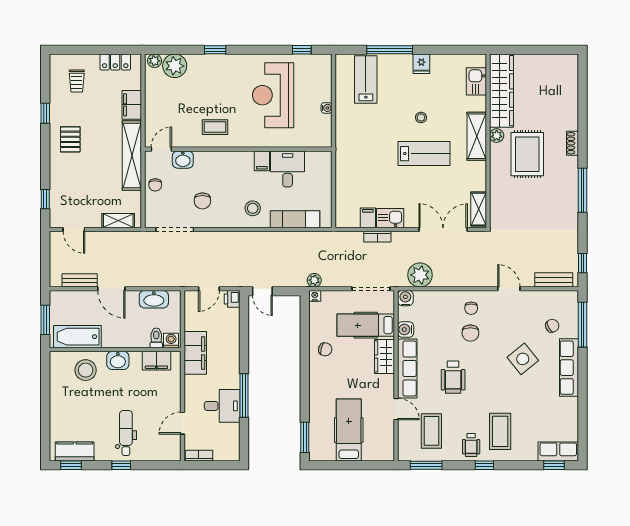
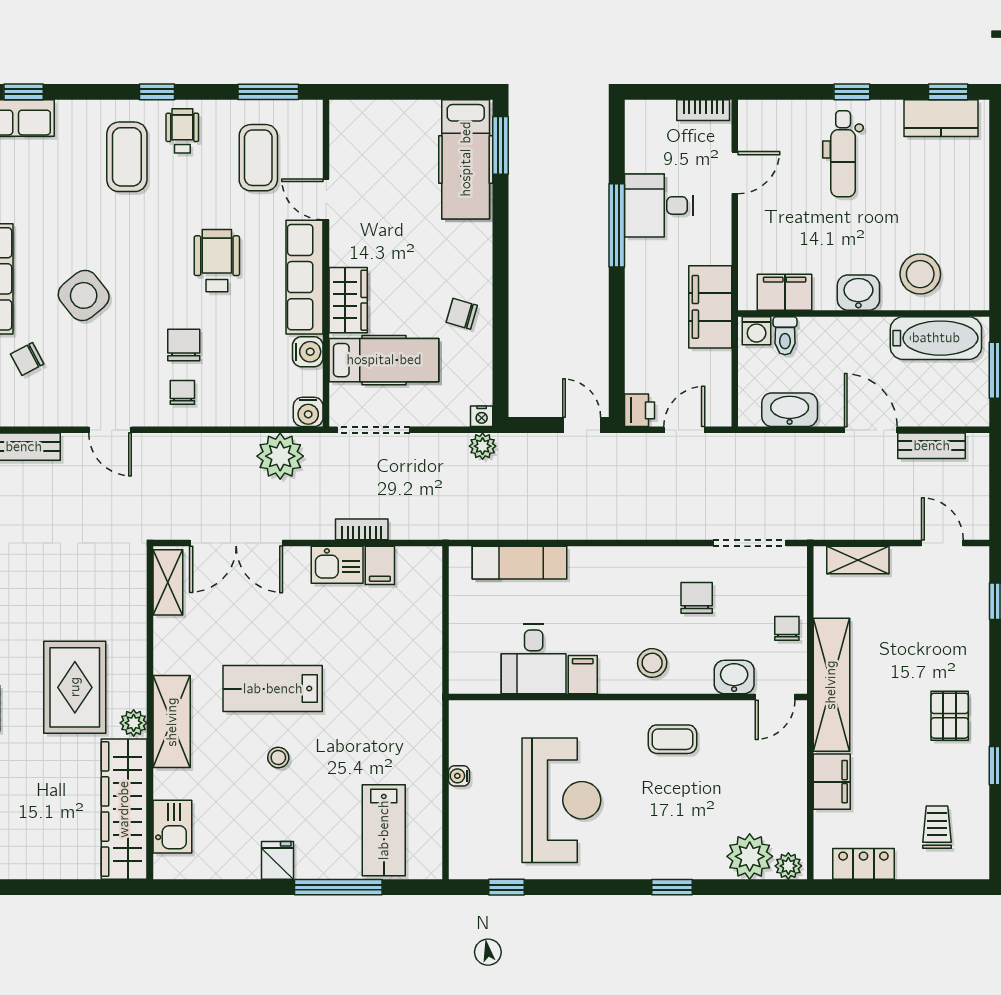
stool: (253, 208) -> (652, 663), moved
hospital bed: (349, 430) -> (466, 159), moved

